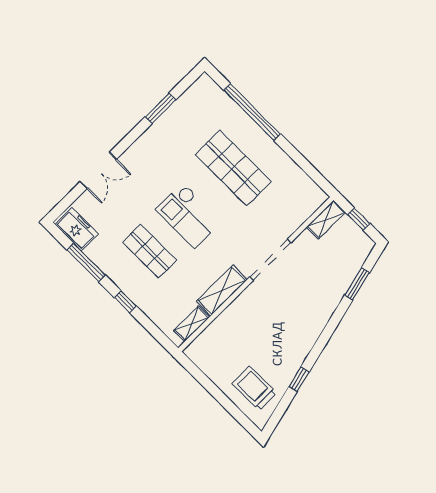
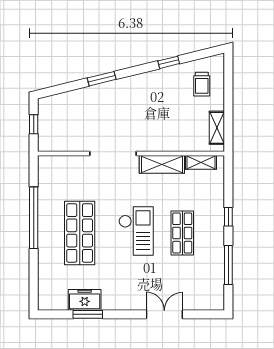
window: (252, 112) -> (34, 218), moved
shelving: (326, 220) -> (217, 128), moved, turned 90
freezer: (77, 229) -> (85, 300), moved, turned 90
window: (357, 284) -> (102, 79), moved
trolley: (254, 388) -> (202, 84), width x0.73, depth x0.72

